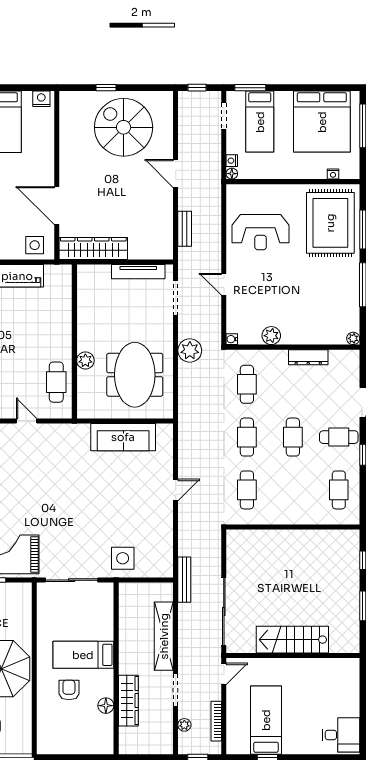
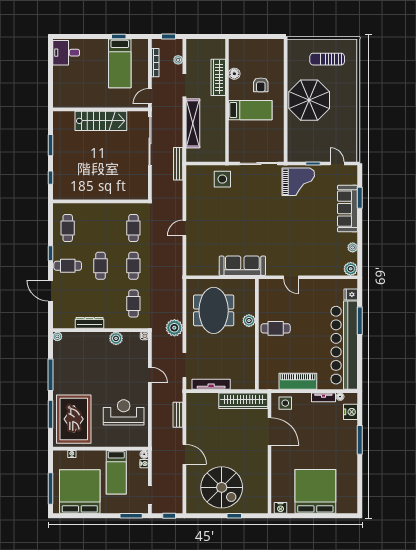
bed: (260, 122) -> (116, 472), moved, turned 180
cafe table: (56, 382) -> (276, 328), moved, turned 90
sofa: (123, 437) -> (242, 266), moved

